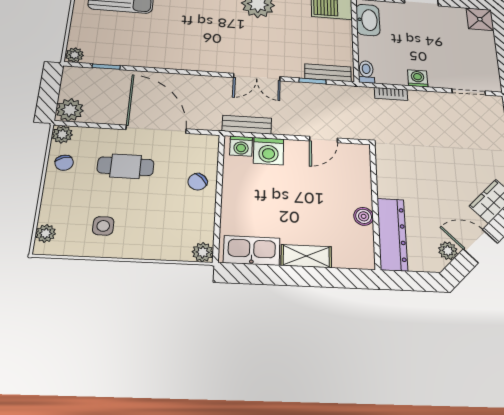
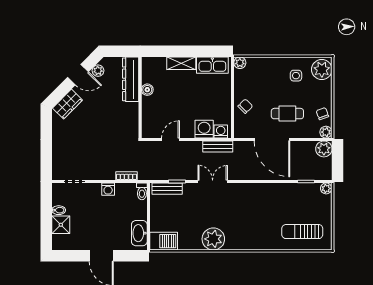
shower: (480, 19) -> (61, 225), moved
bidet: (488, 57) -> (59, 210), added
plant: (46, 233) -> (322, 70), width x1.88, depth x1.88

